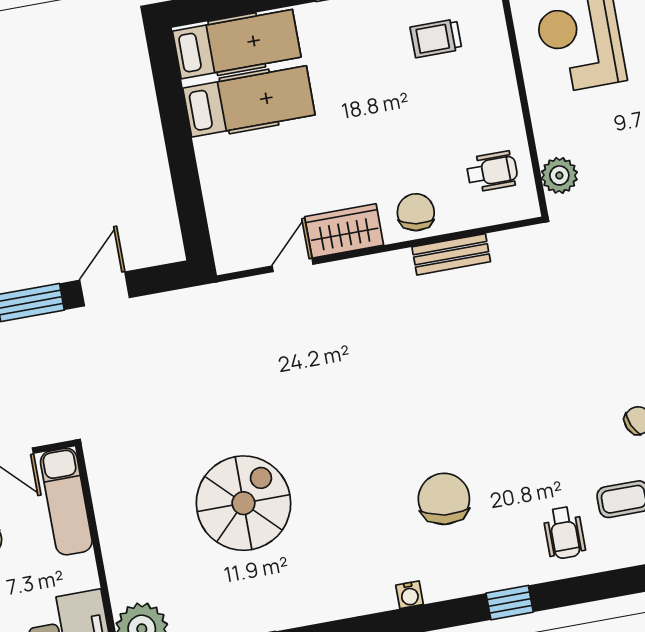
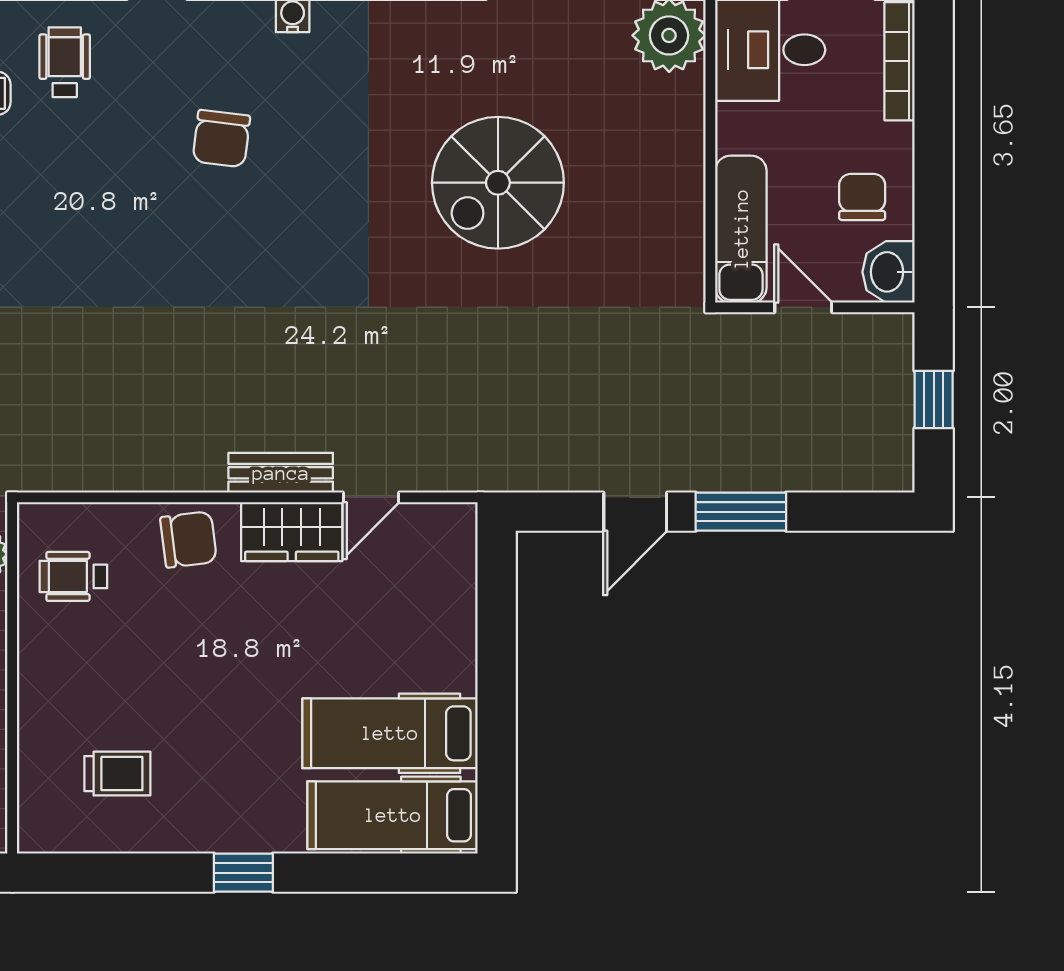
chair: (416, 212) -> (188, 539), turned -106
bench: (451, 254) -> (281, 473), moved
chair: (444, 499) -> (221, 139), width x0.73, depth x0.73

